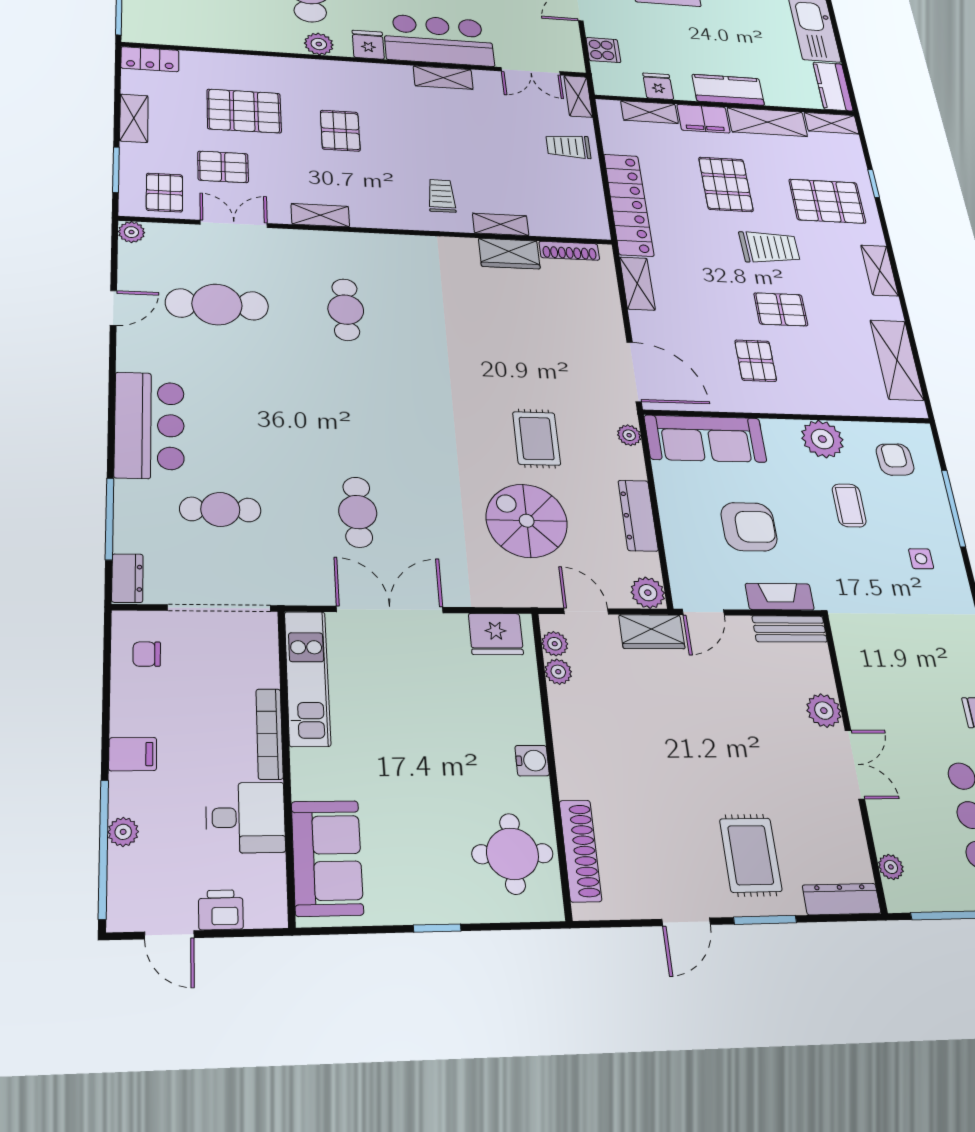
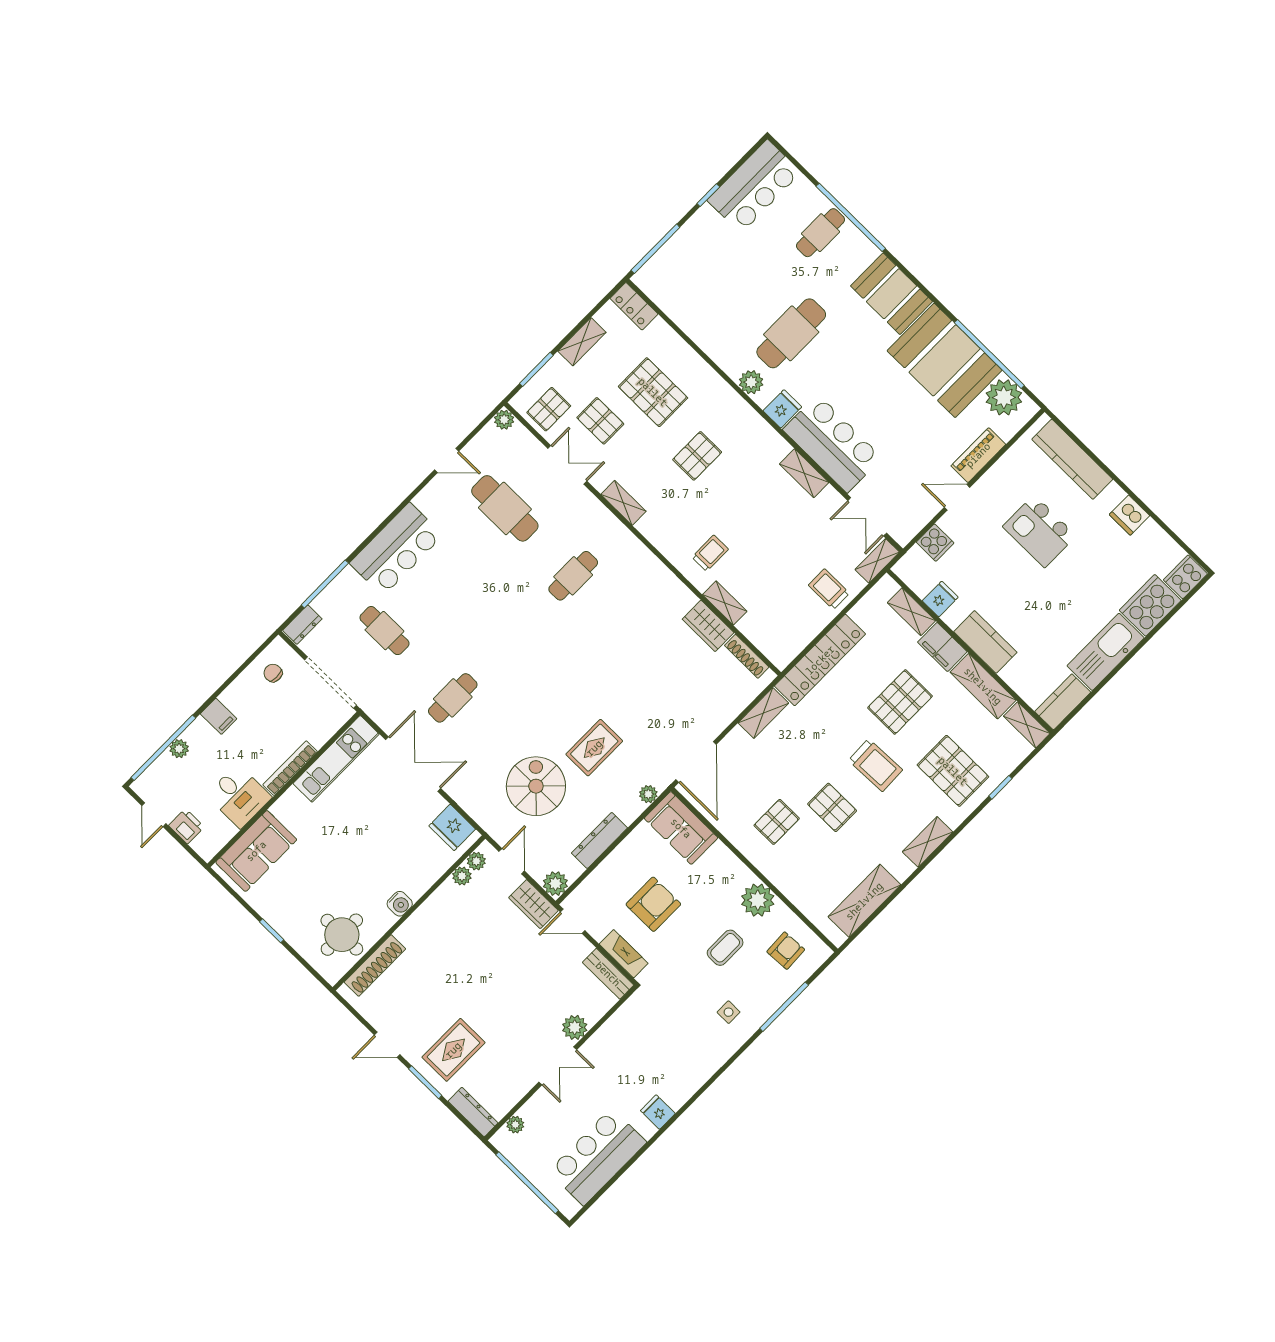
sofa: (705, 439) -> (681, 828), width x0.73
armchair: (749, 527) -> (653, 904), turned -90

